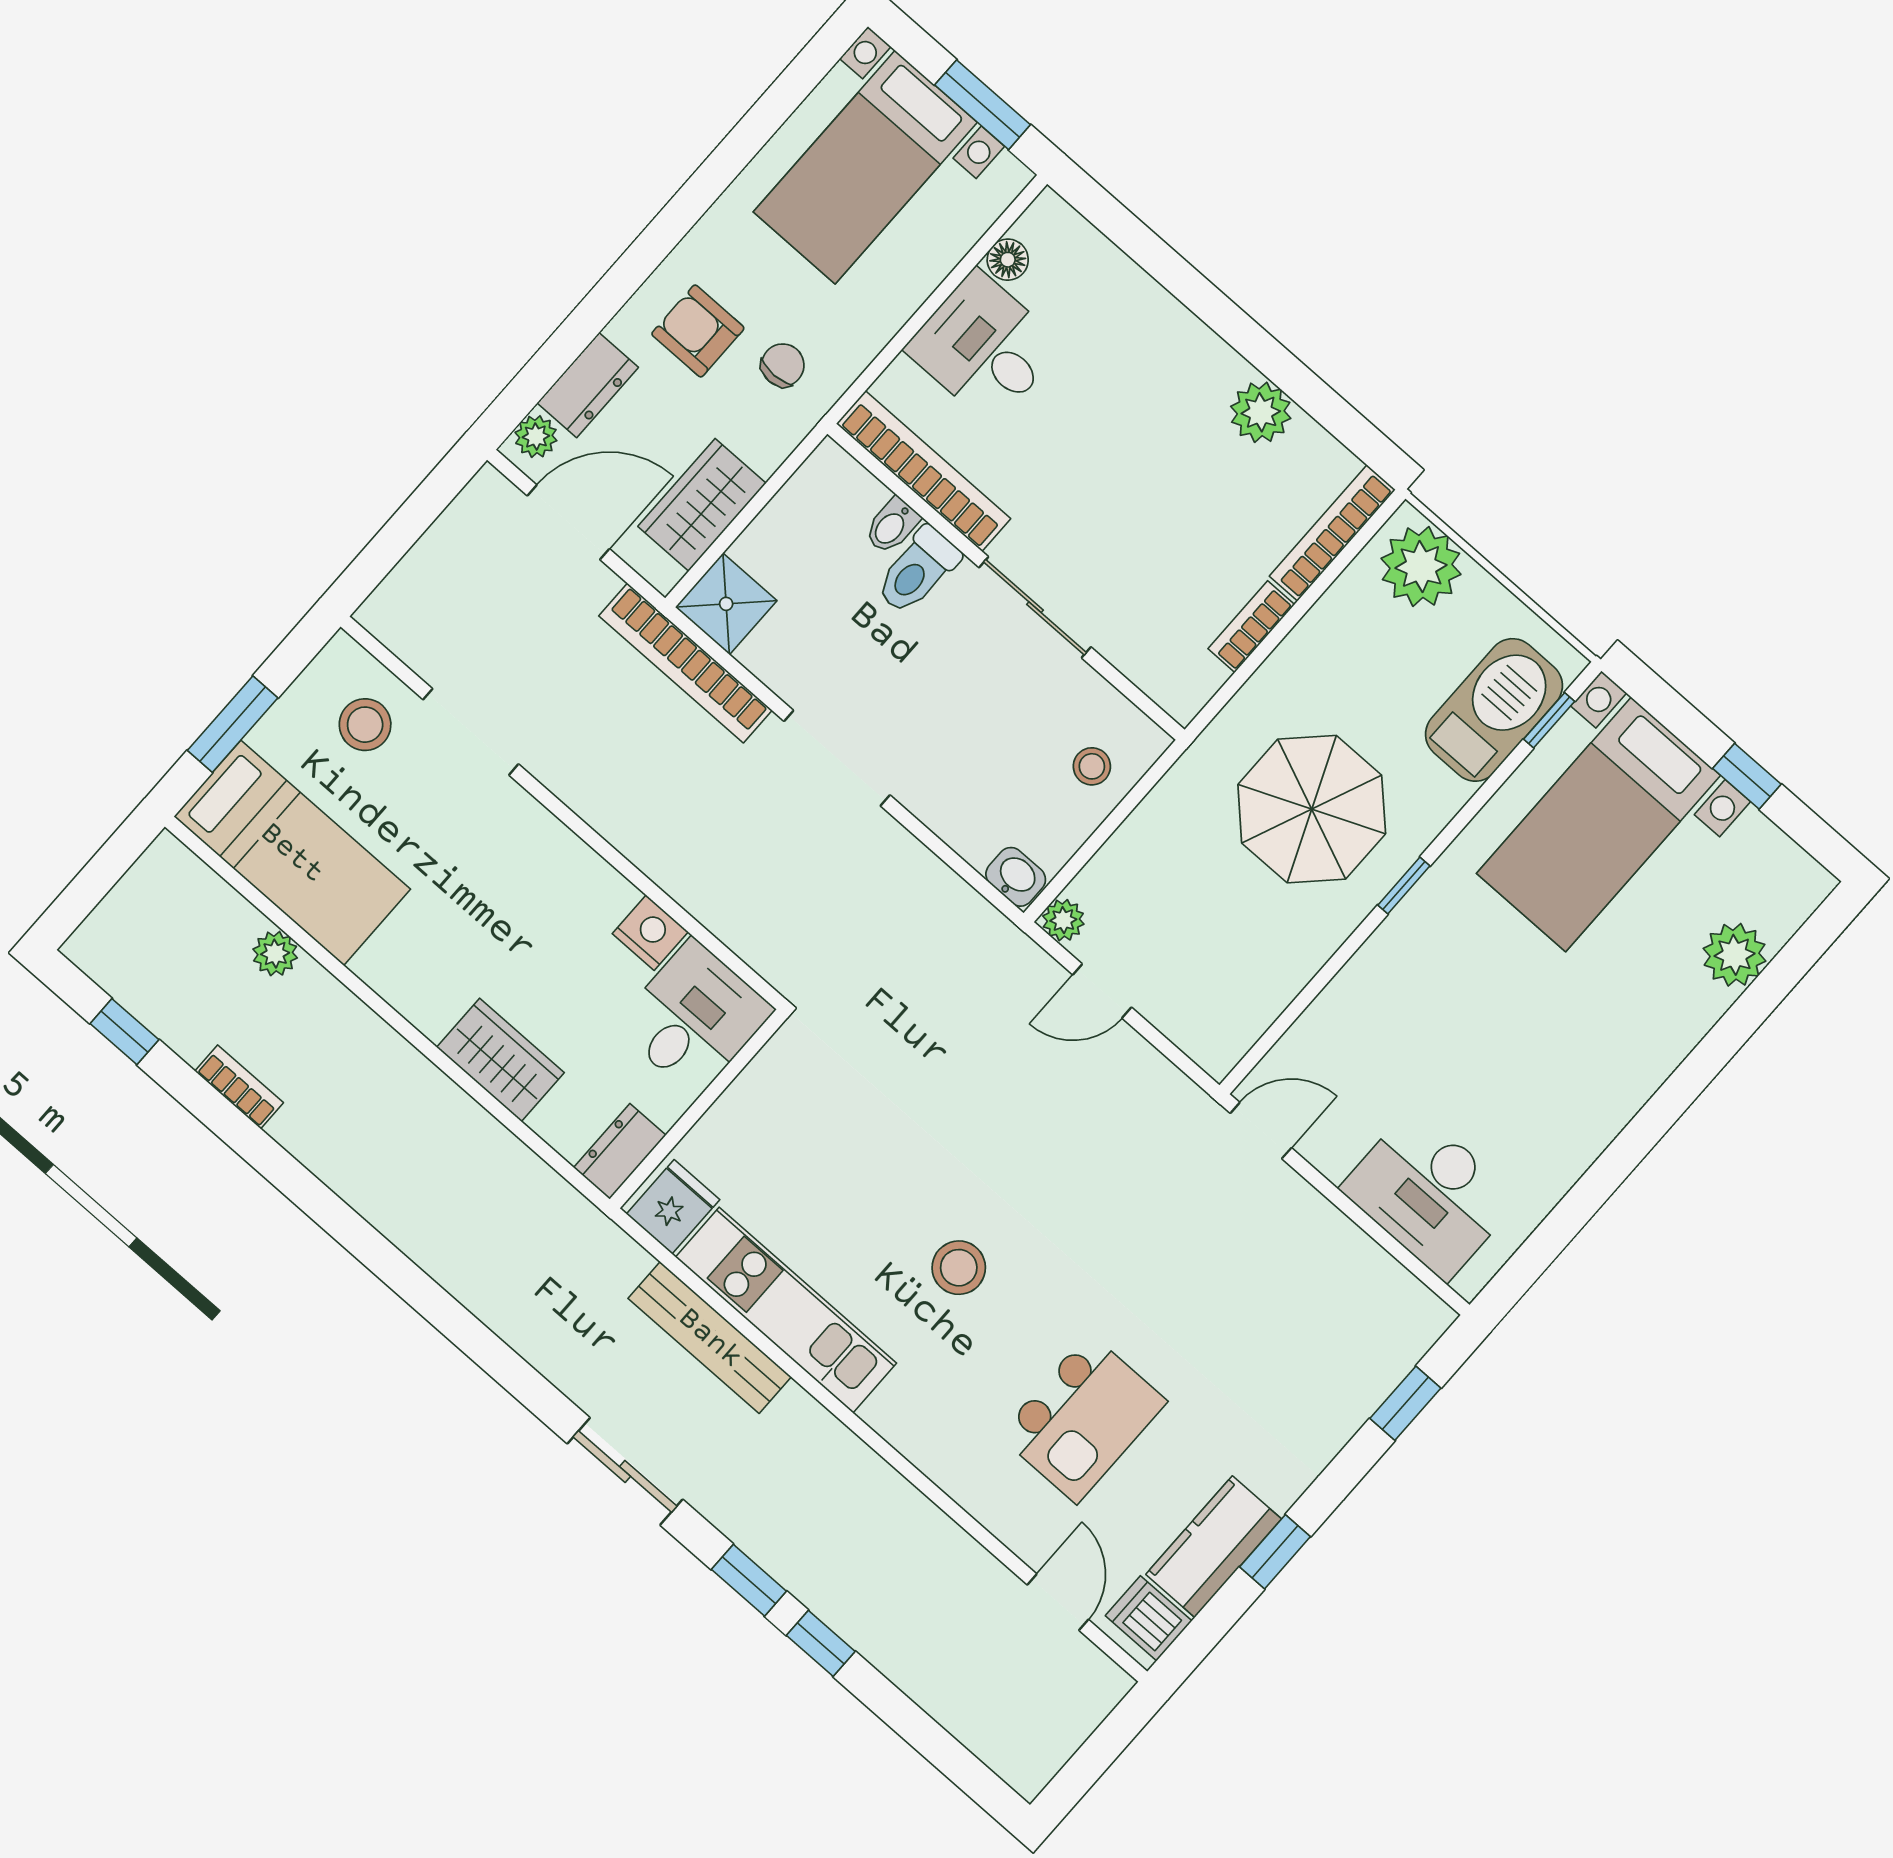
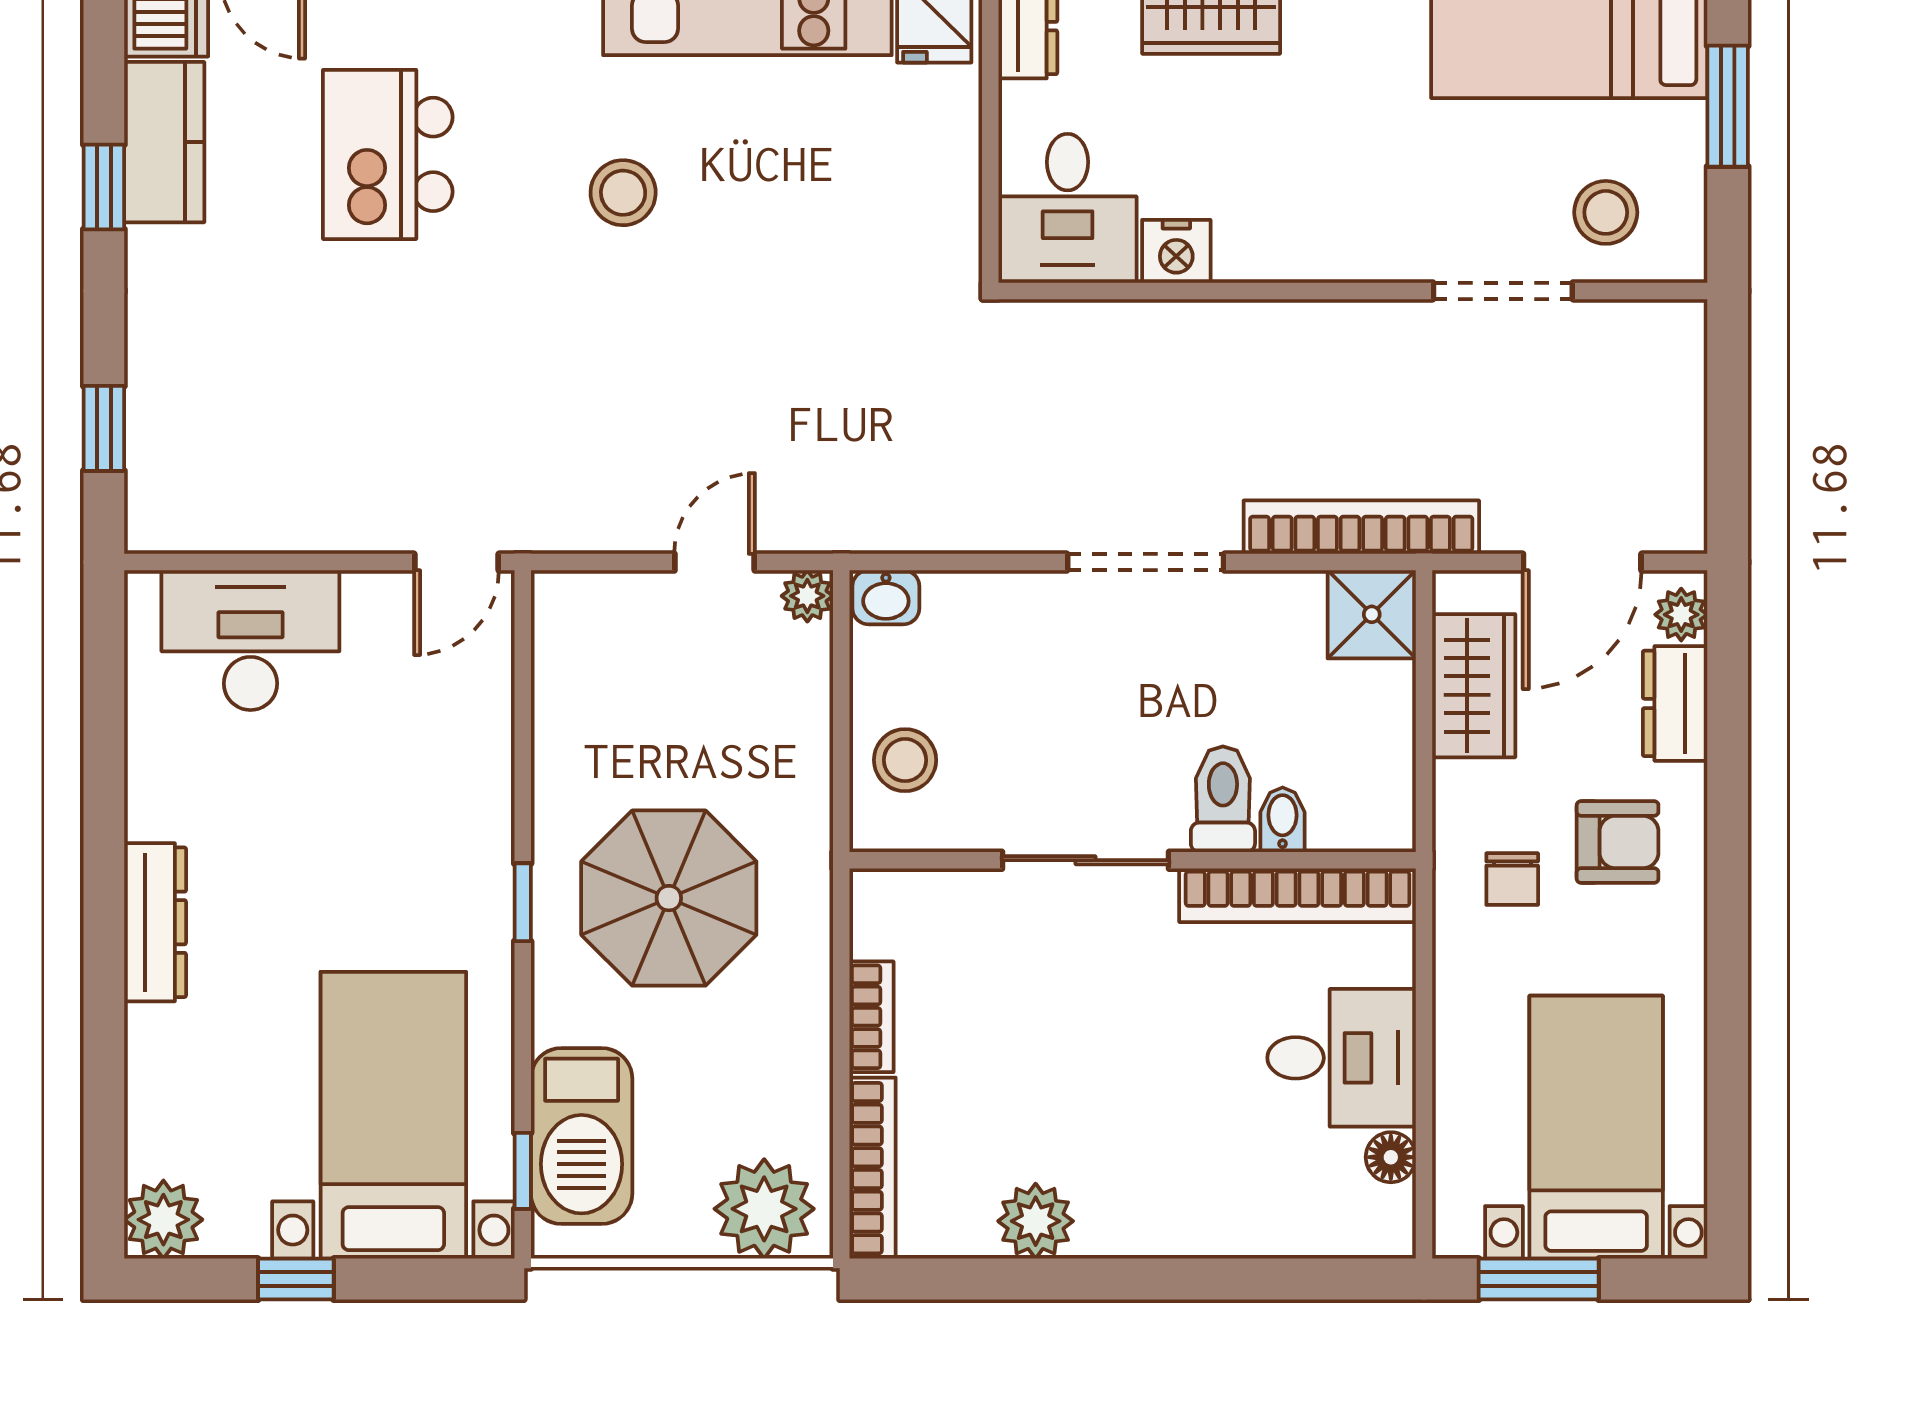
stool: (1092, 766) -> (905, 760), width x1.37, depth x1.37
plant: (1735, 955) -> (163, 1220), moved
dresser: (1641, 1072) -> (155, 922), added

